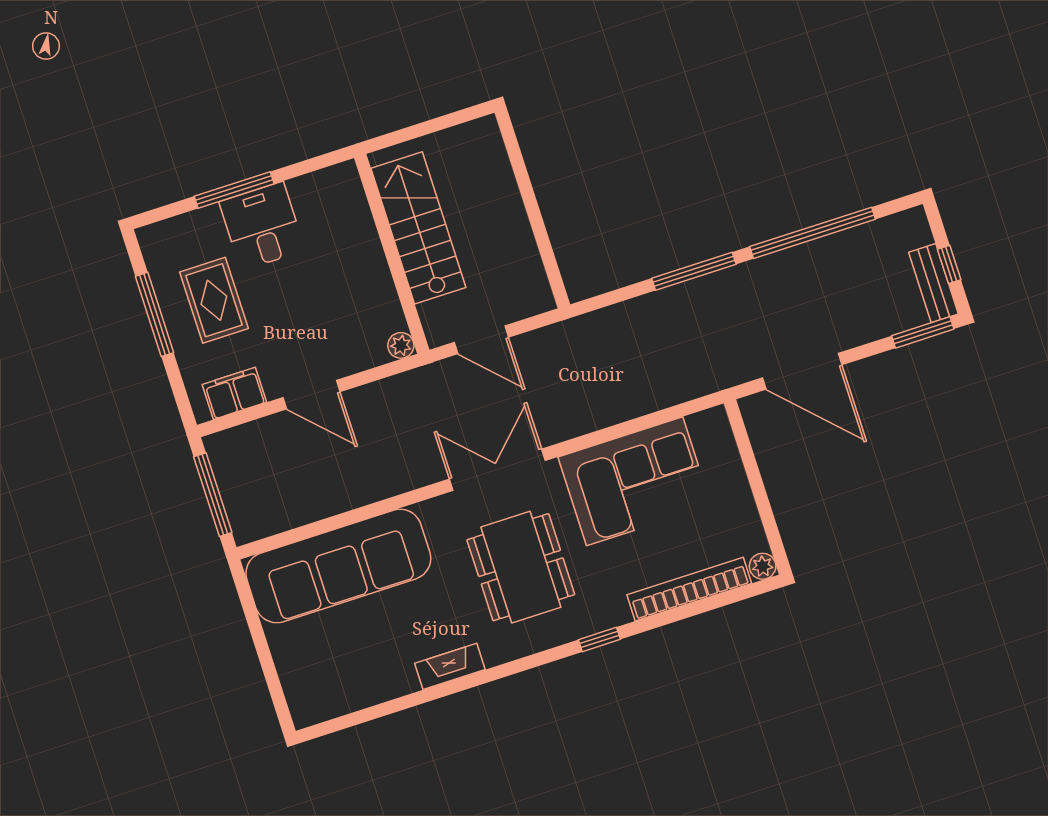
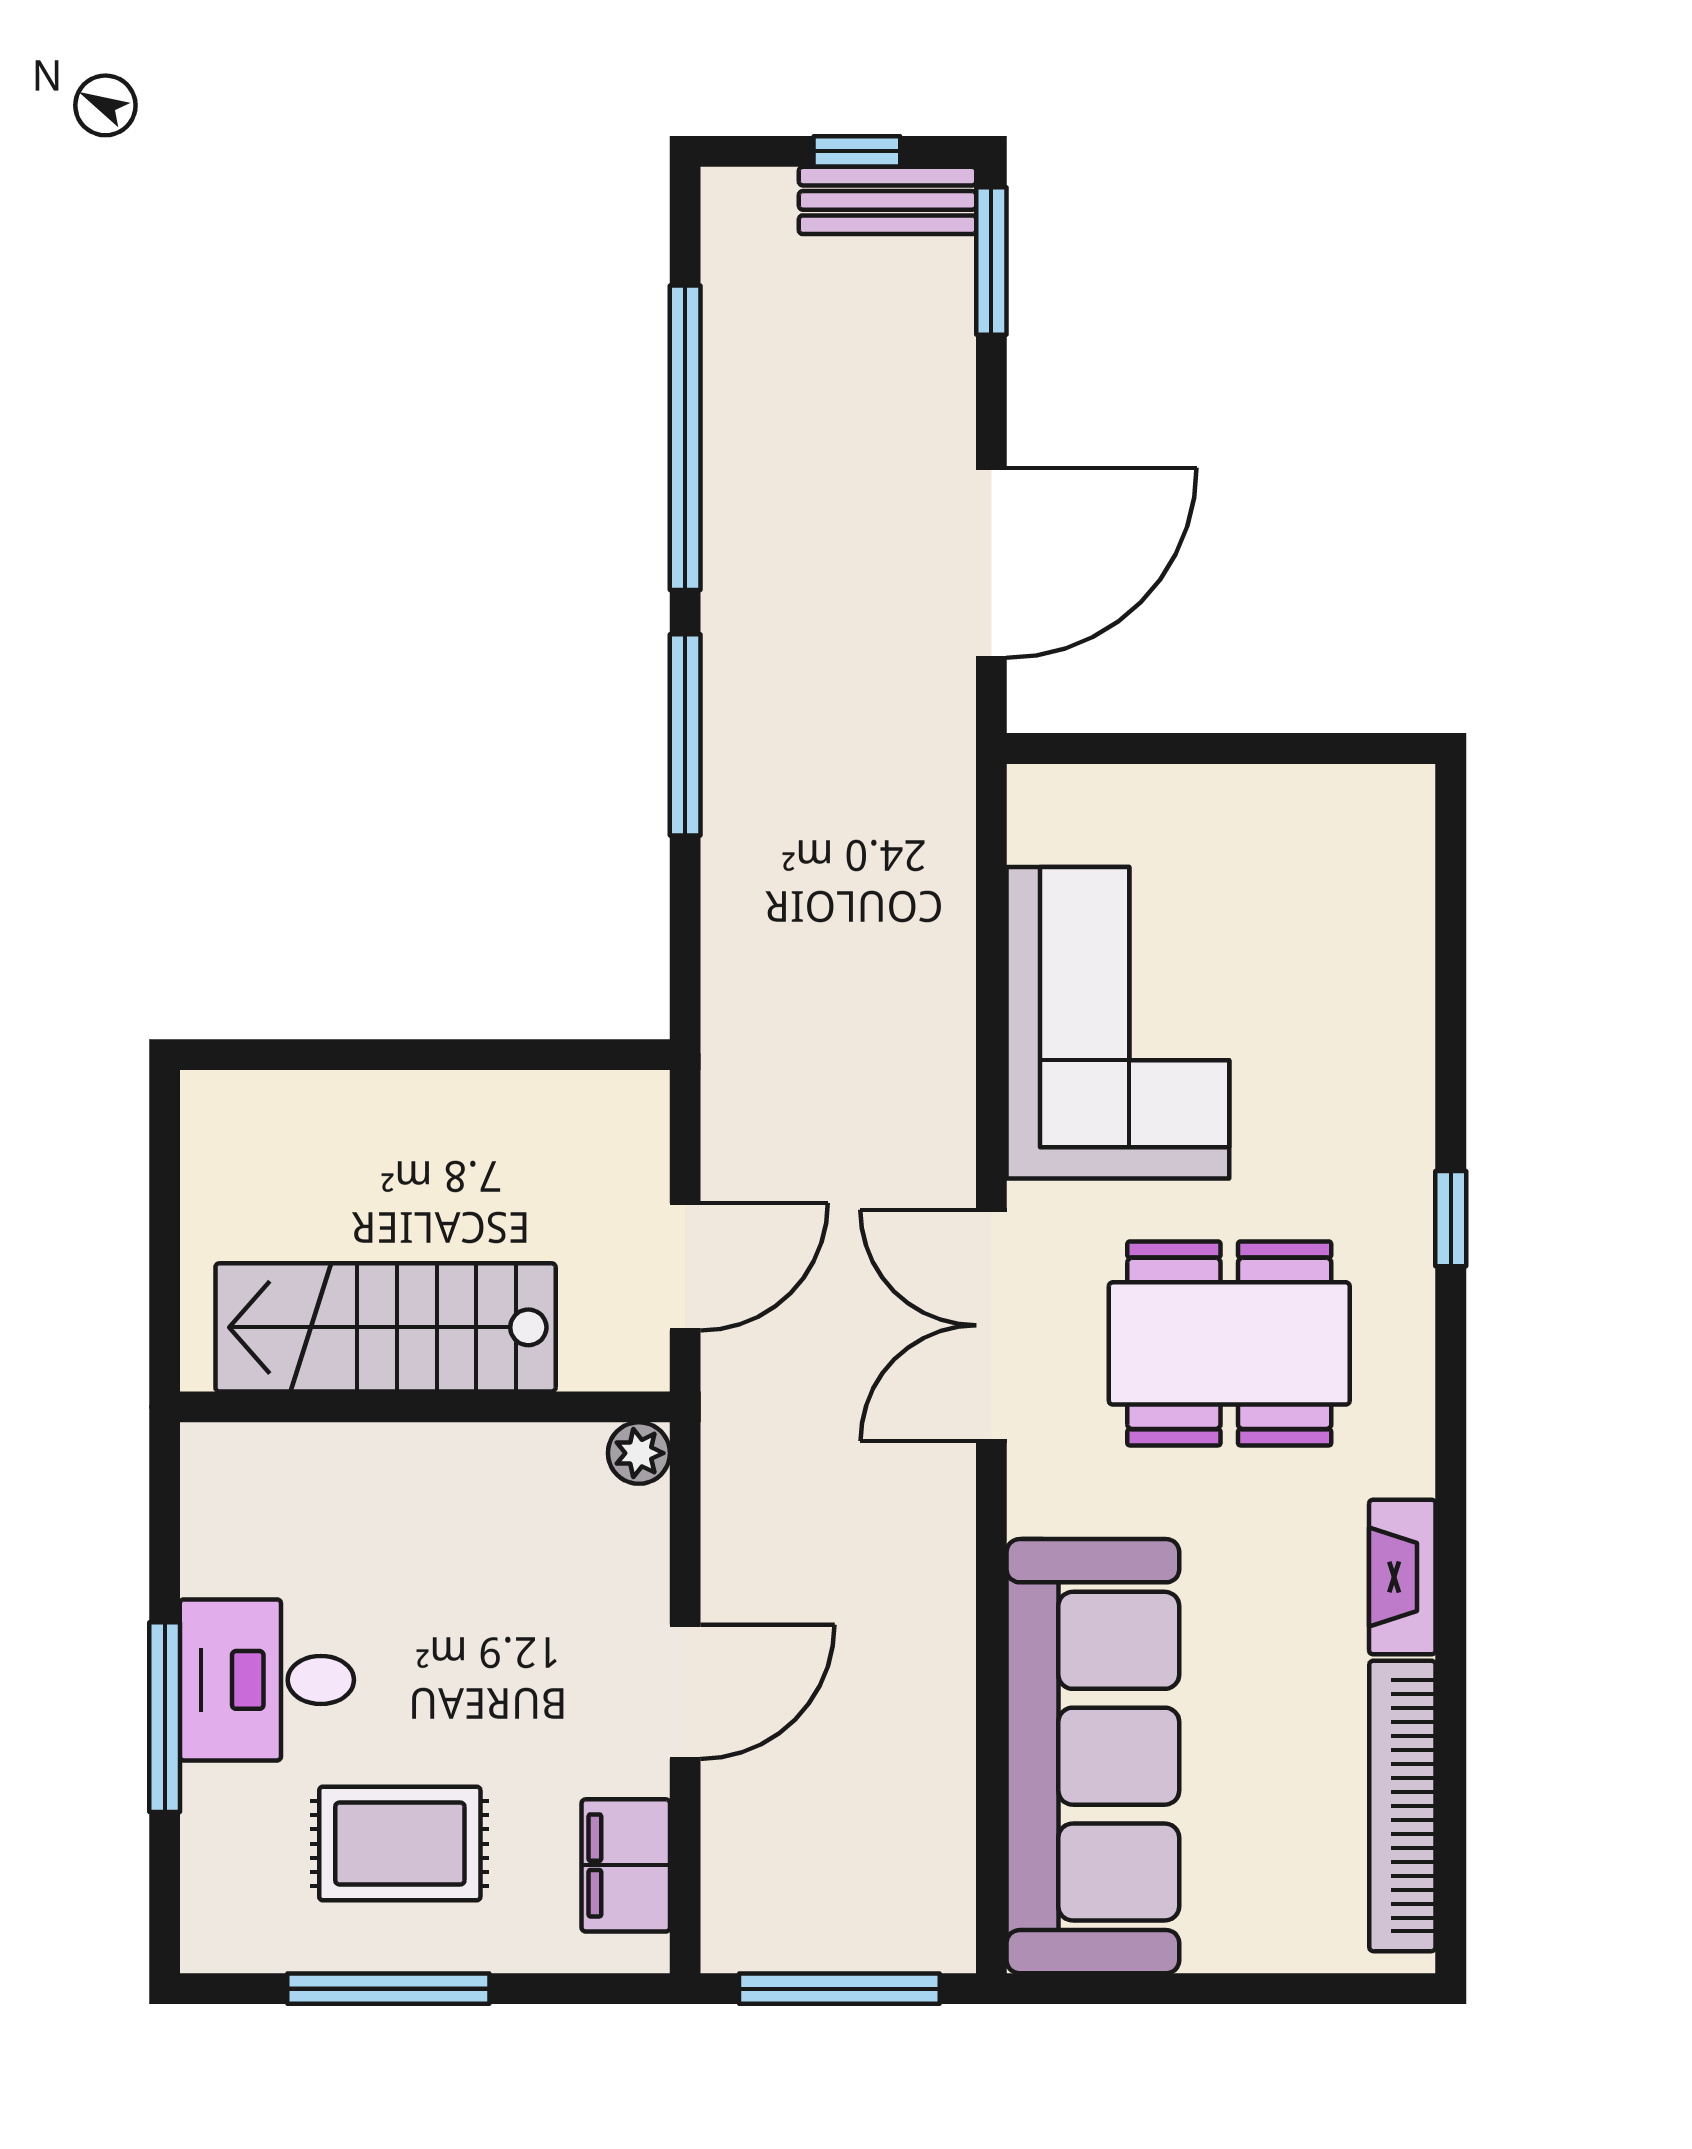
plant: (763, 566) -> (1404, 795), removed
bookcase: (689, 589) -> (1402, 1806), moved

